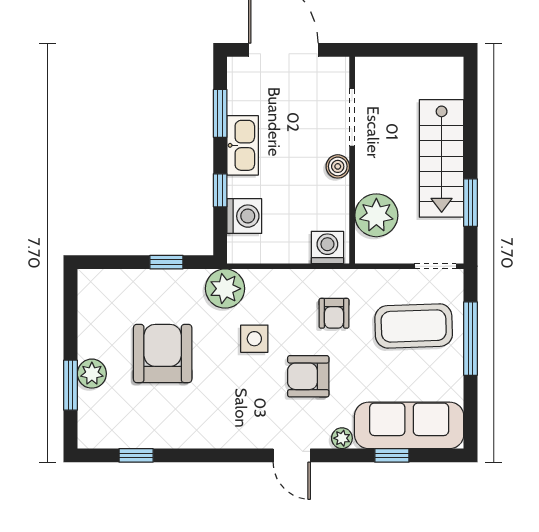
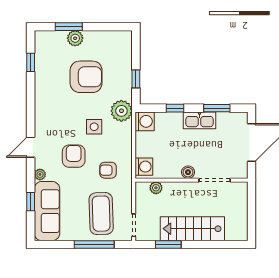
plant: (376, 215) -> (156, 188), width x0.53, depth x0.53
washing machine: (244, 216) -> (145, 121), moved, turned -90

